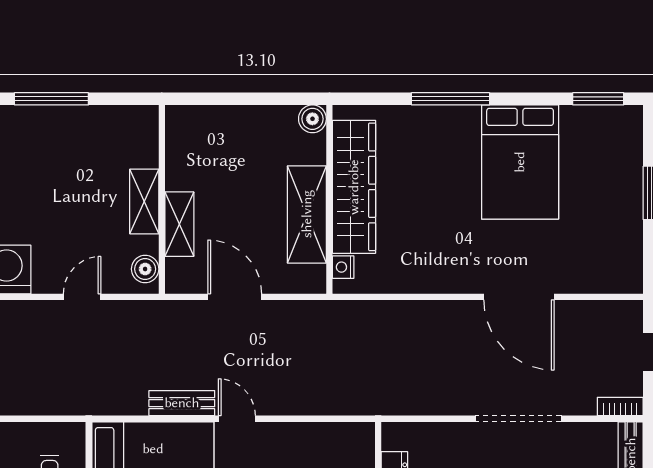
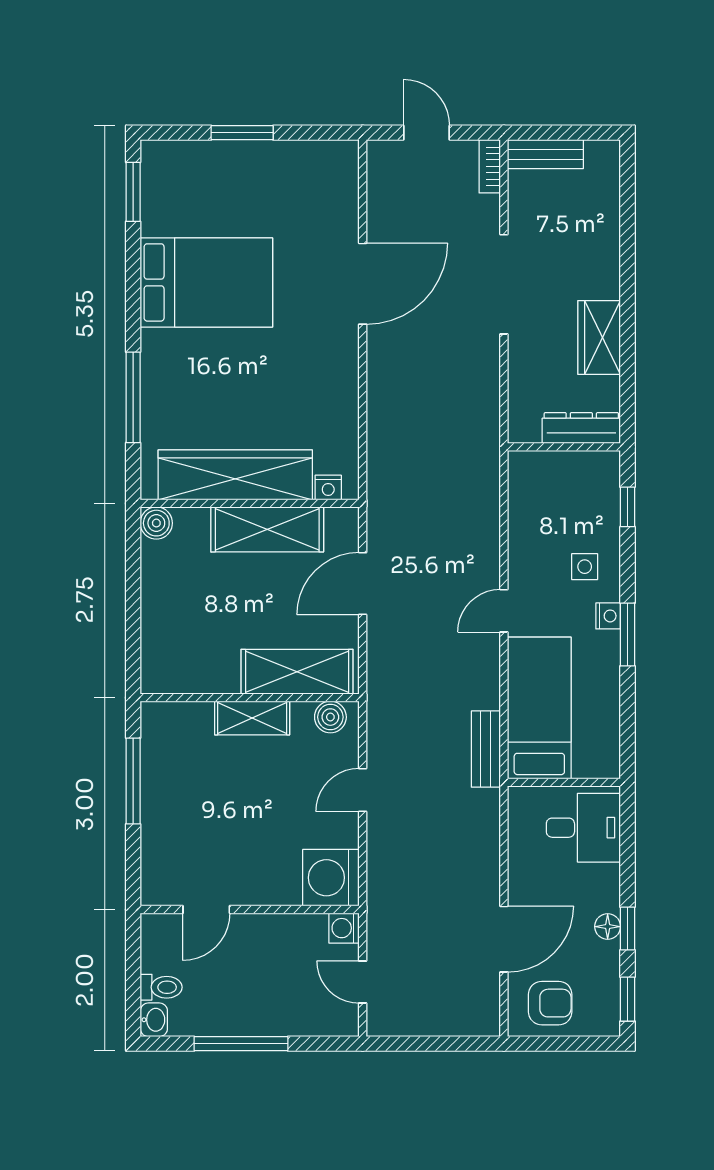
window: (51, 99) -> (133, 781), moved
window: (450, 99) -> (133, 397), moved
shelving: (179, 224) -> (297, 672), width x1.50, depth x1.33
door: (82, 297) -> (363, 790), hinge flipped
door: (235, 297) -> (363, 584), moved
bench: (182, 403) -> (486, 749), moved

